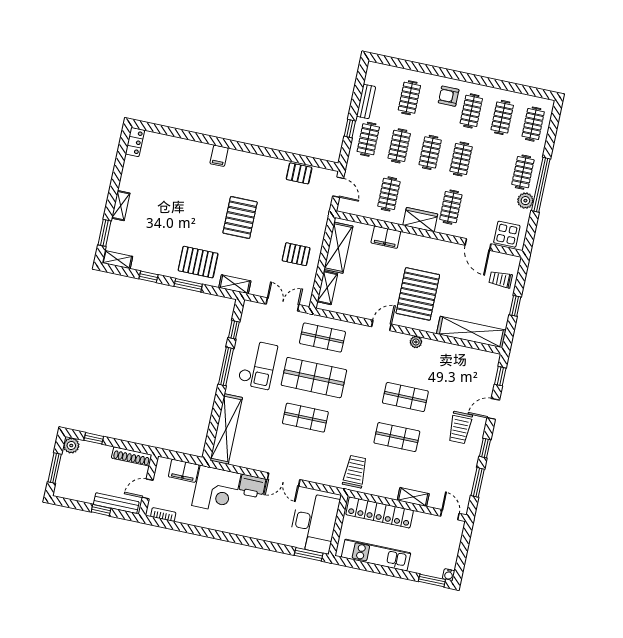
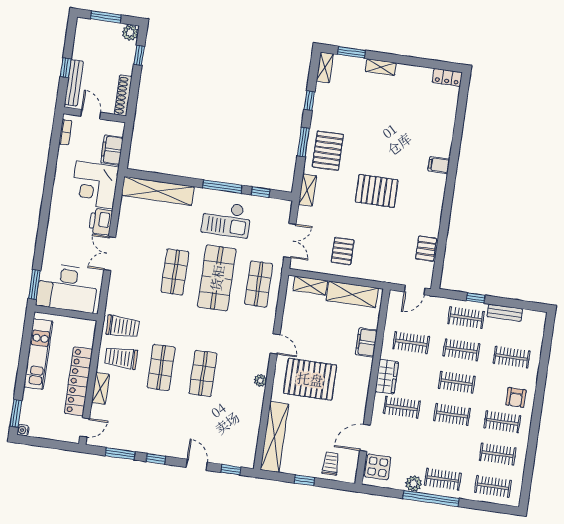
armchair: (449, 96) -> (516, 397), turned 180
trolley: (460, 428) -> (121, 358), moved
locker: (380, 512) -> (78, 381), moved

